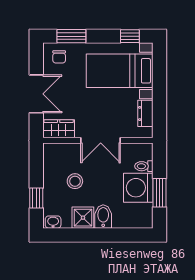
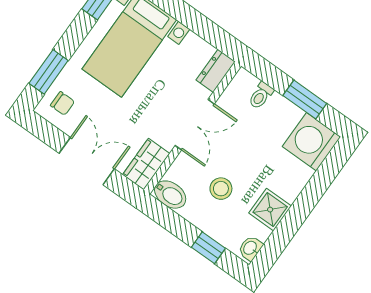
dresser: (145, 113) -> (216, 71), moved, turned 90
washing machine: (138, 188) -> (312, 142), moved, turned 90
bidet: (103, 216) -> (170, 195), moved, turned 180

